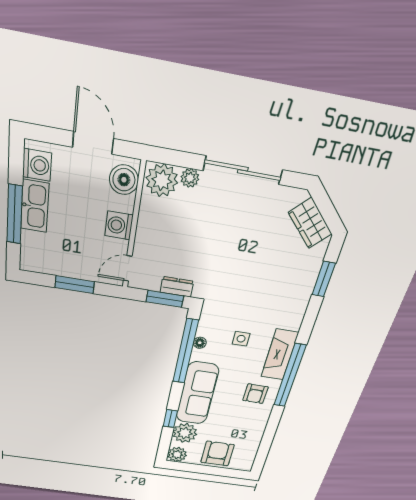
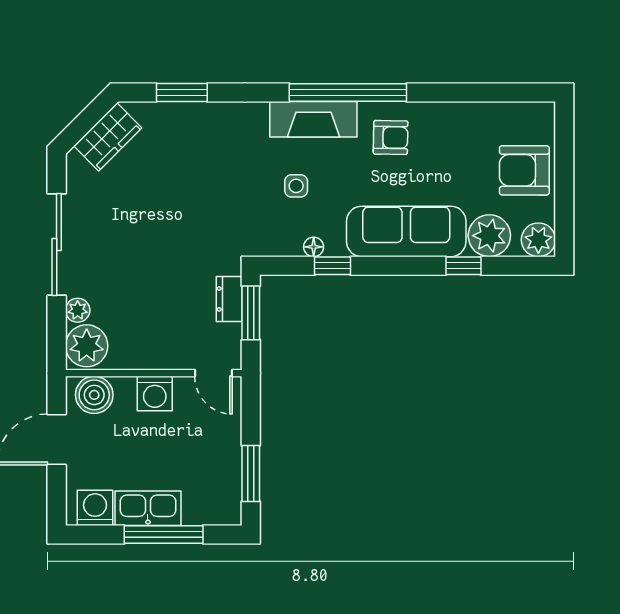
window: (75, 285) -> (251, 473), moved
window: (185, 352) -> (333, 266), width x0.32

